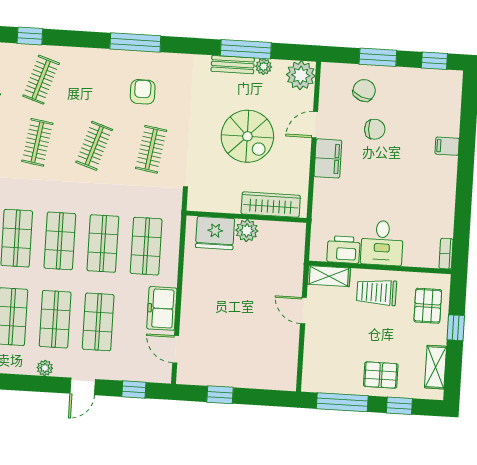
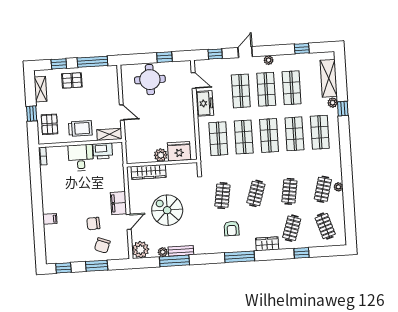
wardrobe: (86, 59) -> (267, 244), added
round table: (249, 360) -> (150, 80), added

